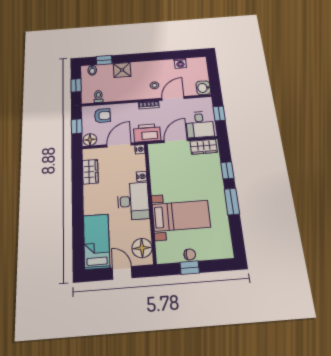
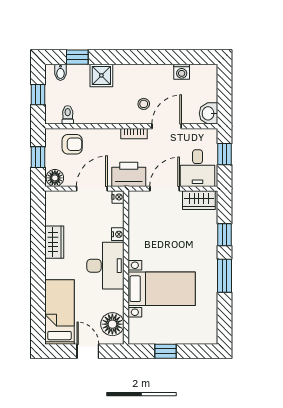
wardrobe: (90, 172) -> (54, 242), moved
chair: (190, 254) -> (167, 336), removed

